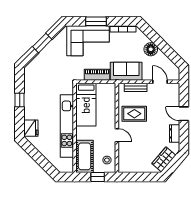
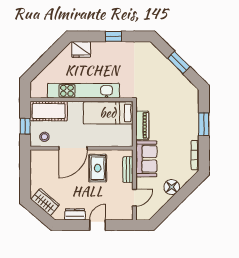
corner sofa: (88, 41) -> (181, 115), removed
door: (117, 135) -> (73, 148), width x1.88

